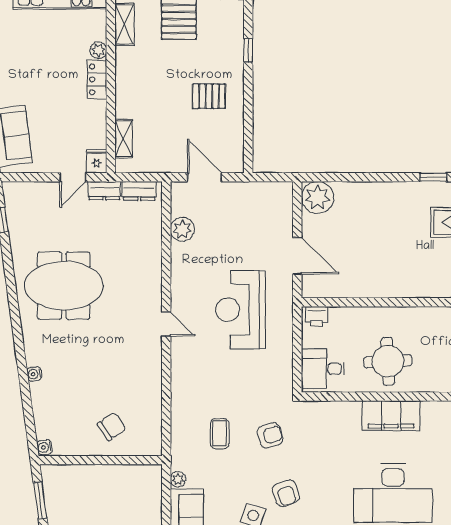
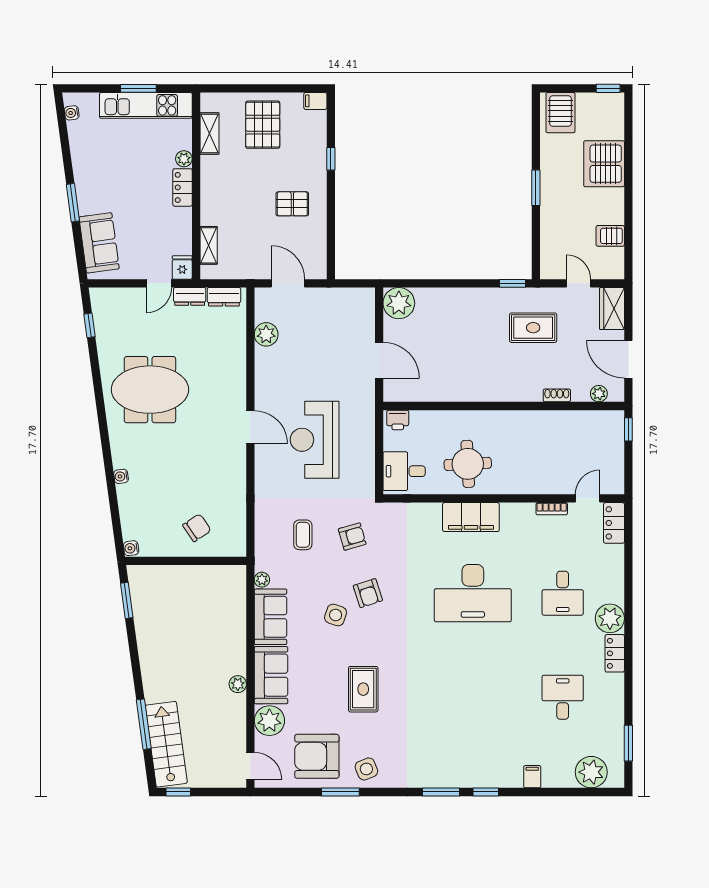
reception desk: (241, 310) -> (315, 440), moved
door: (166, 324) -> (250, 427), width x1.38

